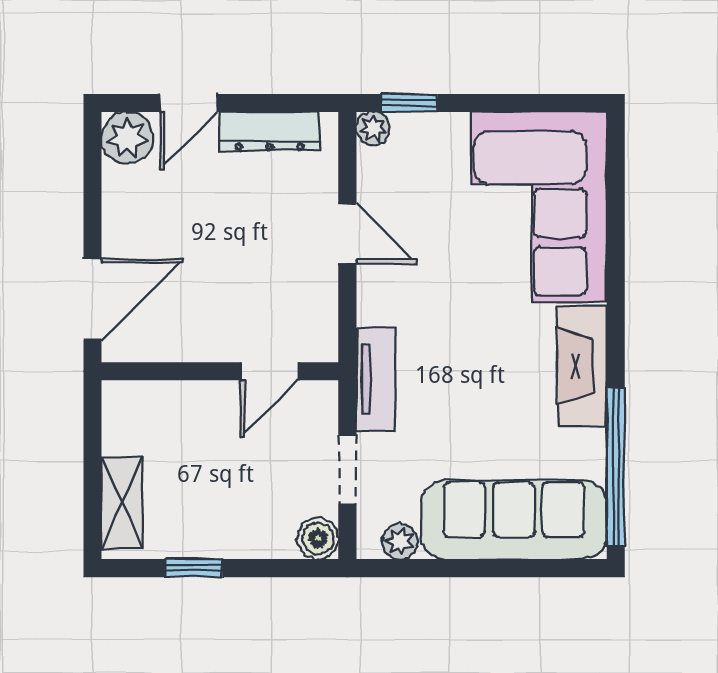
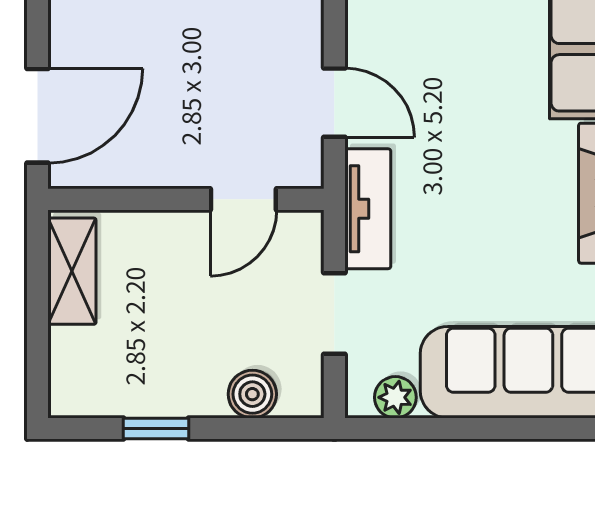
door: (347, 234) -> (334, 103), moved
shelving: (122, 502) -> (72, 271), moved
boiler: (318, 539) -> (252, 394), moved

